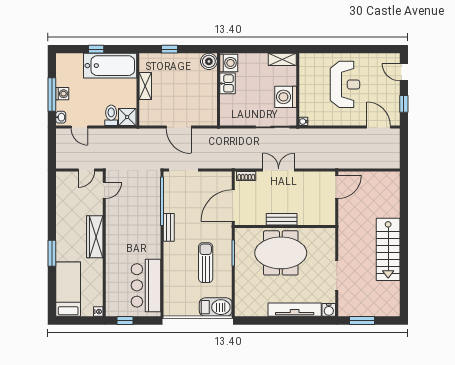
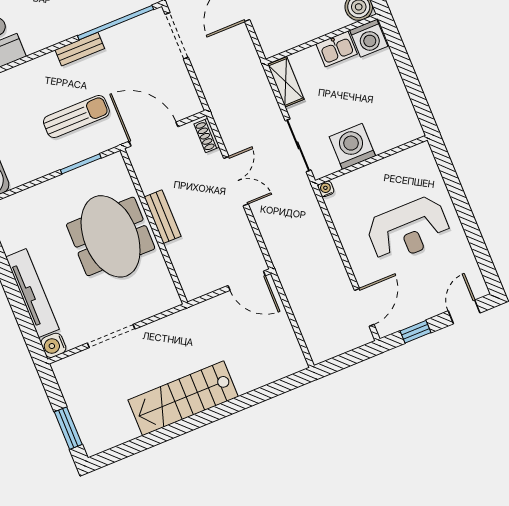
shelving: (282, 59) -> (286, 82), moved
sun lounger: (206, 263) -> (76, 117), moved
window: (362, 321) -> (68, 428), moved

